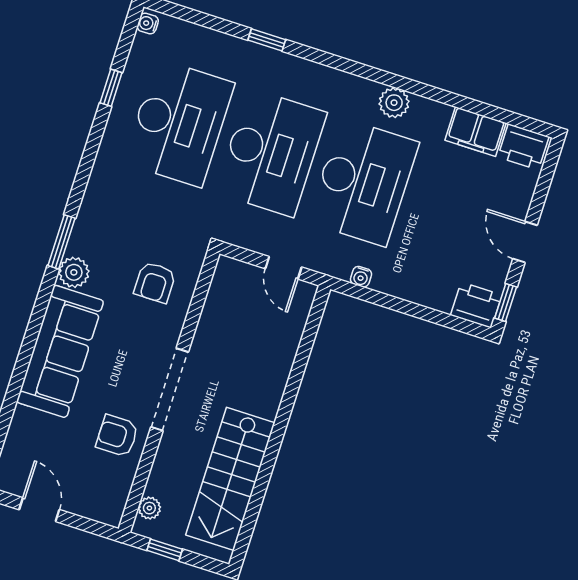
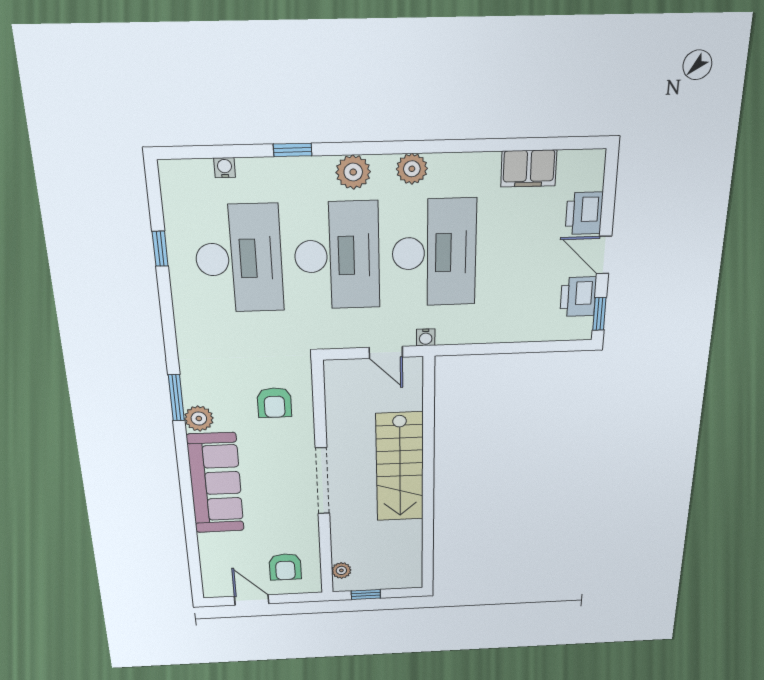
water cooler: (148, 24) -> (225, 168), moved, turned 90
plant: (314, 79) -> (353, 172), added
plant: (394, 103) -> (412, 169), moved
printer: (523, 147) -> (584, 213), moved, turned 90
water cooler: (361, 277) -> (426, 337), moved
printer: (476, 305) -> (578, 297), moved, turned -90
armchair: (117, 436) -> (285, 567), moved, turned -90
stairs: (230, 479) -> (400, 467), moved

